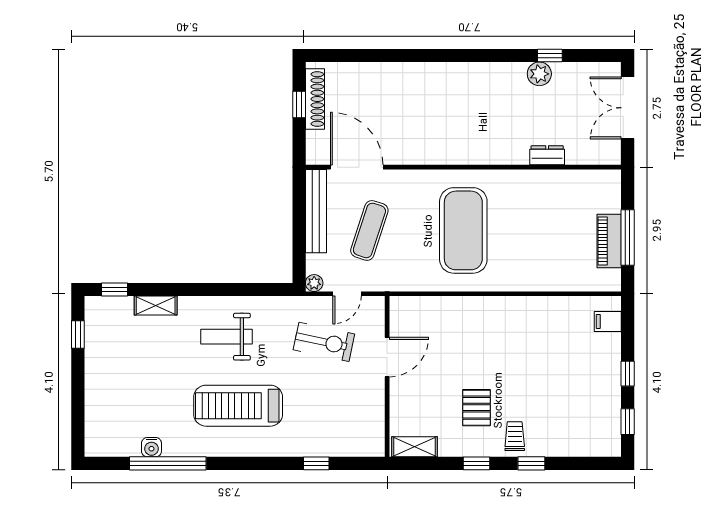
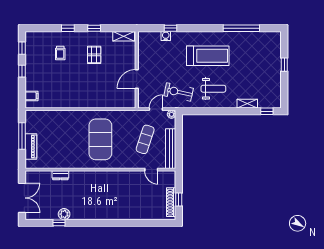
door: (357, 167) -> (151, 170), width x0.53
piano: (609, 241) -> (31, 147), moved
window: (78, 334) -> (284, 65), moved
exercise bike: (324, 342) -> (179, 92), moved
trolley: (515, 436) -> (60, 53), moved
water cooler: (151, 447) -> (166, 36), moved

